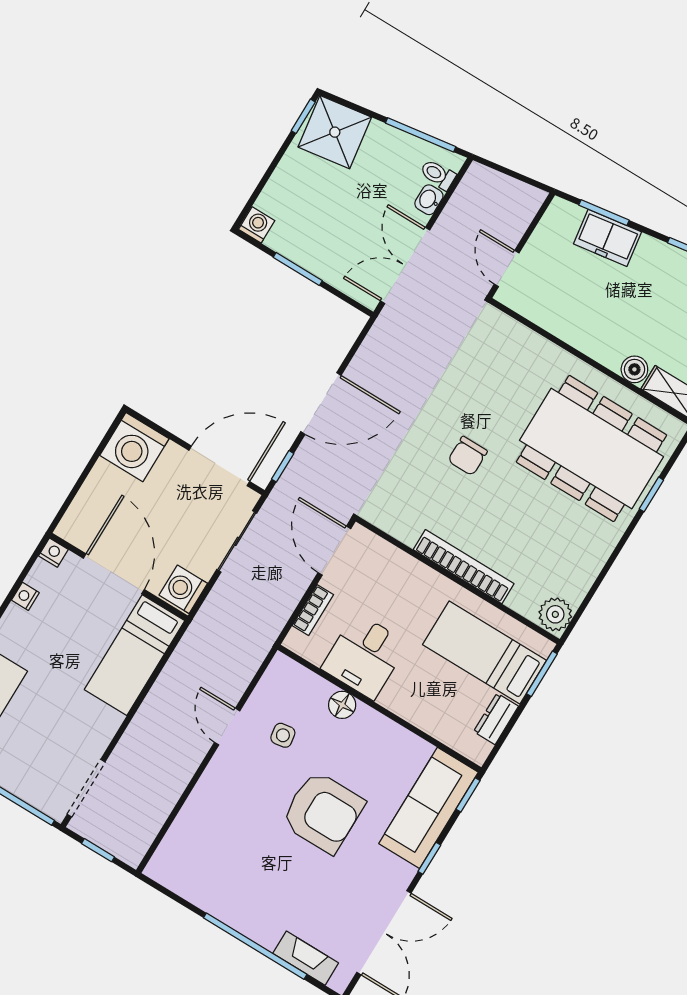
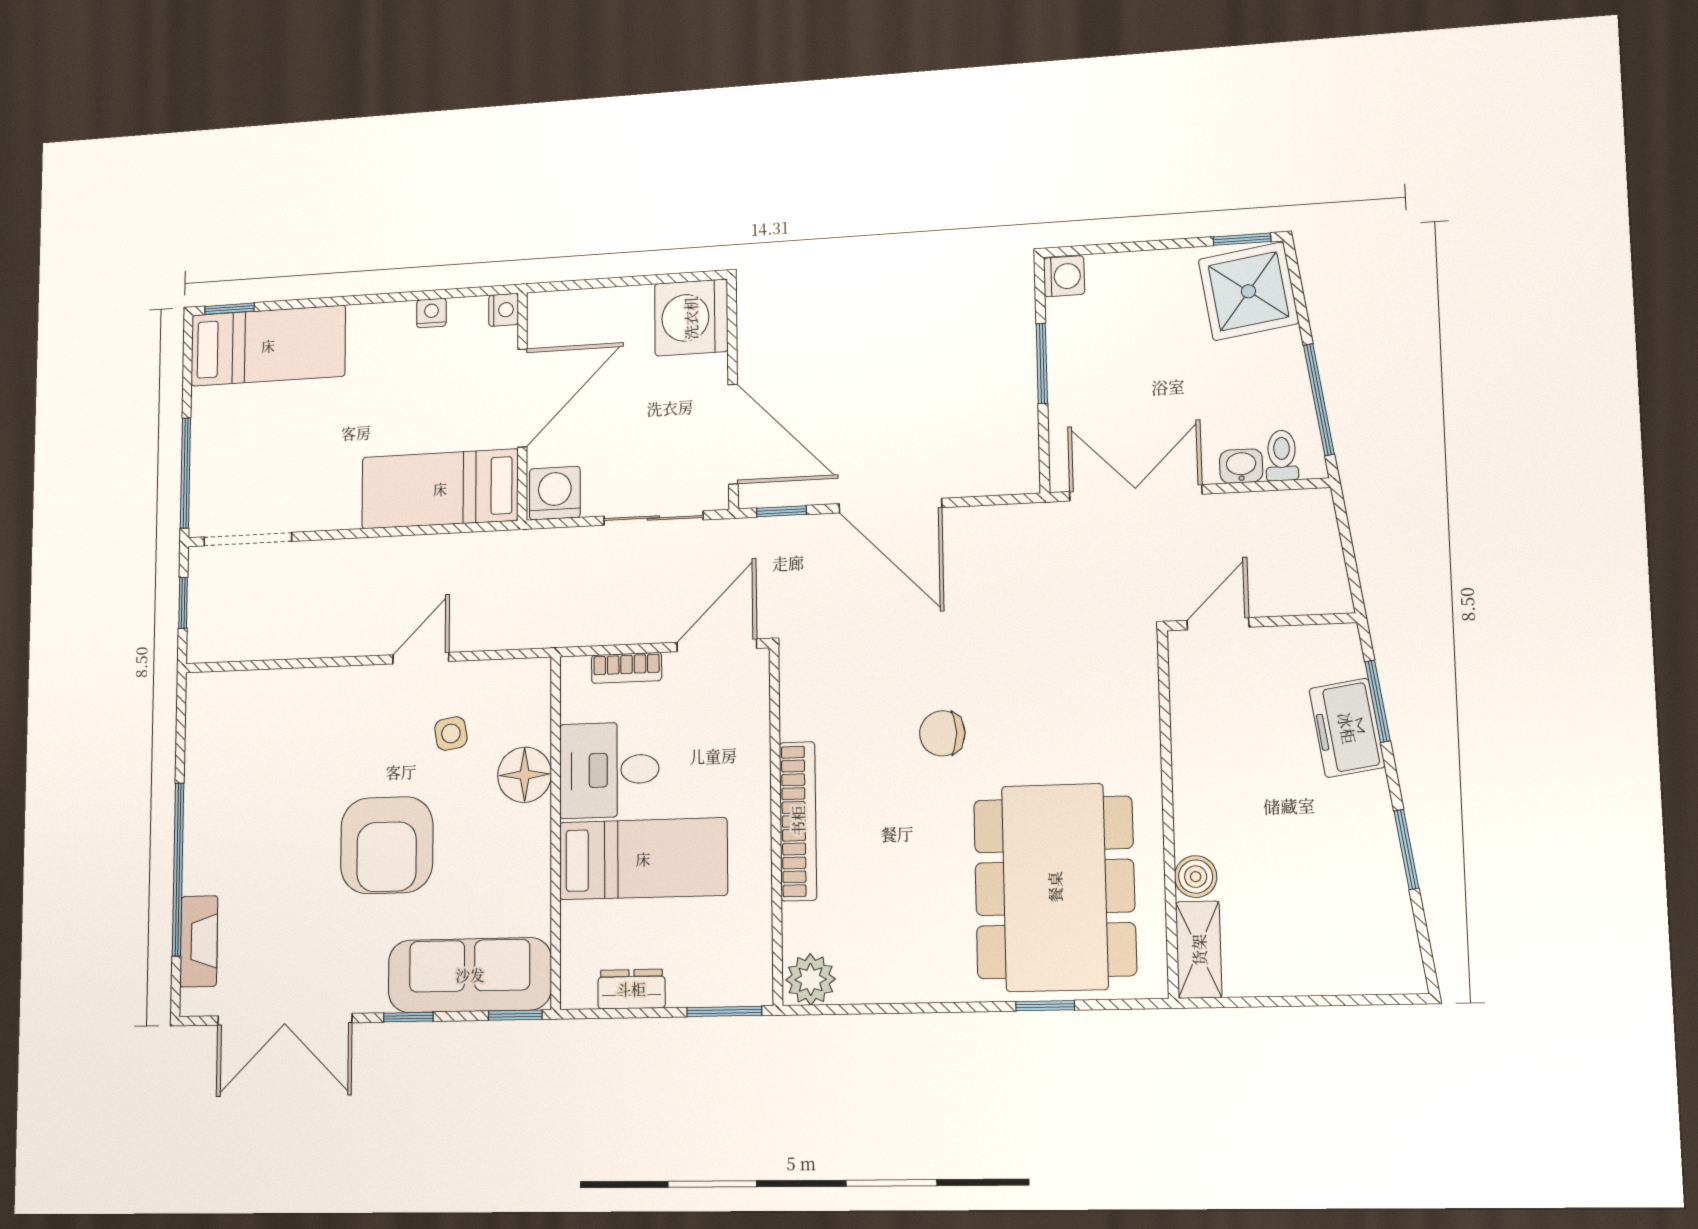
bed: (485, 652) -> (643, 859), moved, turned 90
floor lamp: (342, 705) -> (525, 775), width x1.38, depth x1.38

